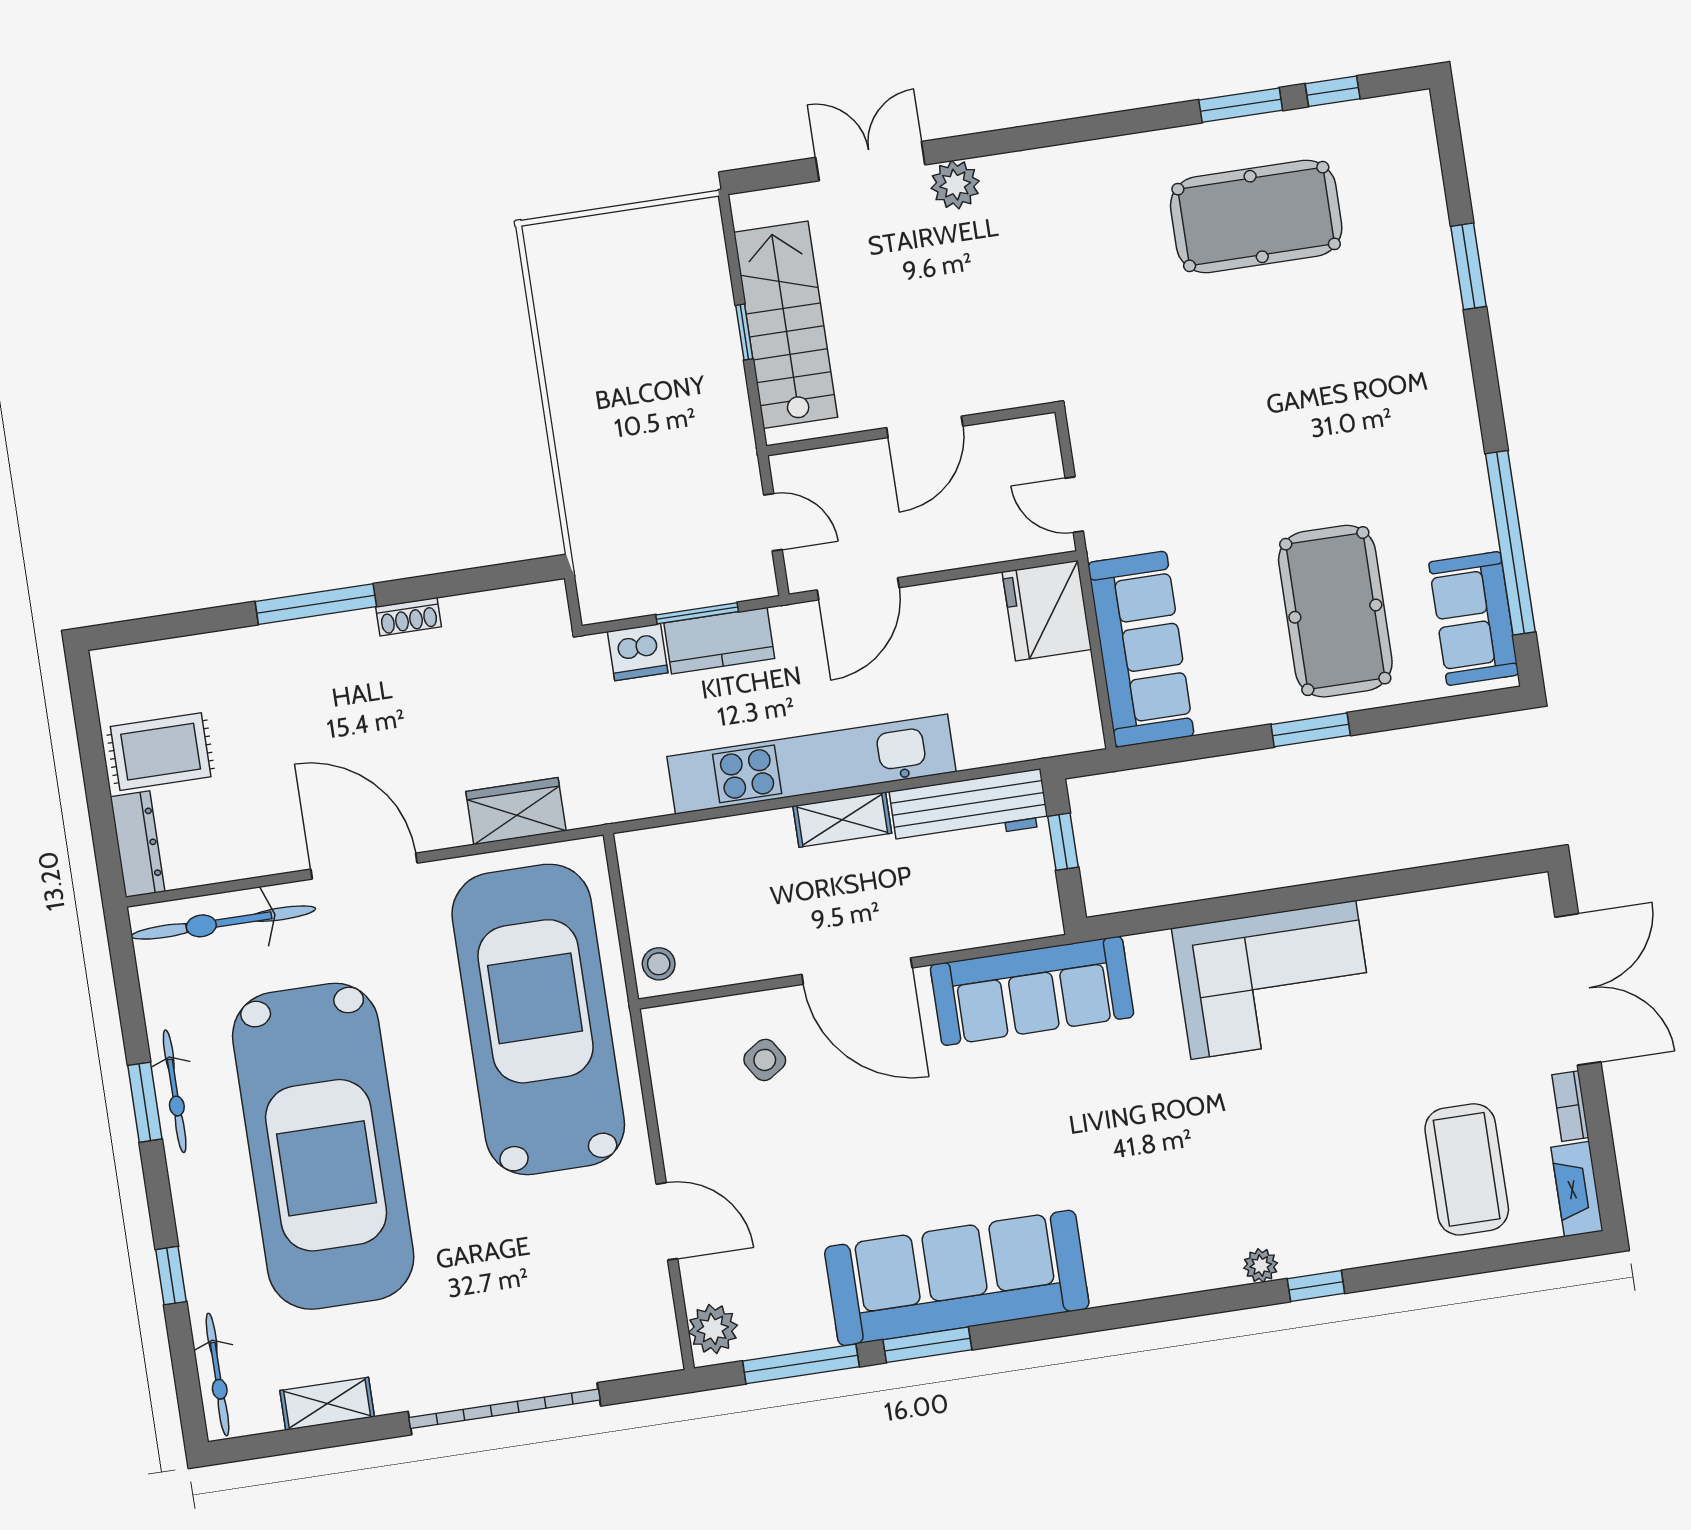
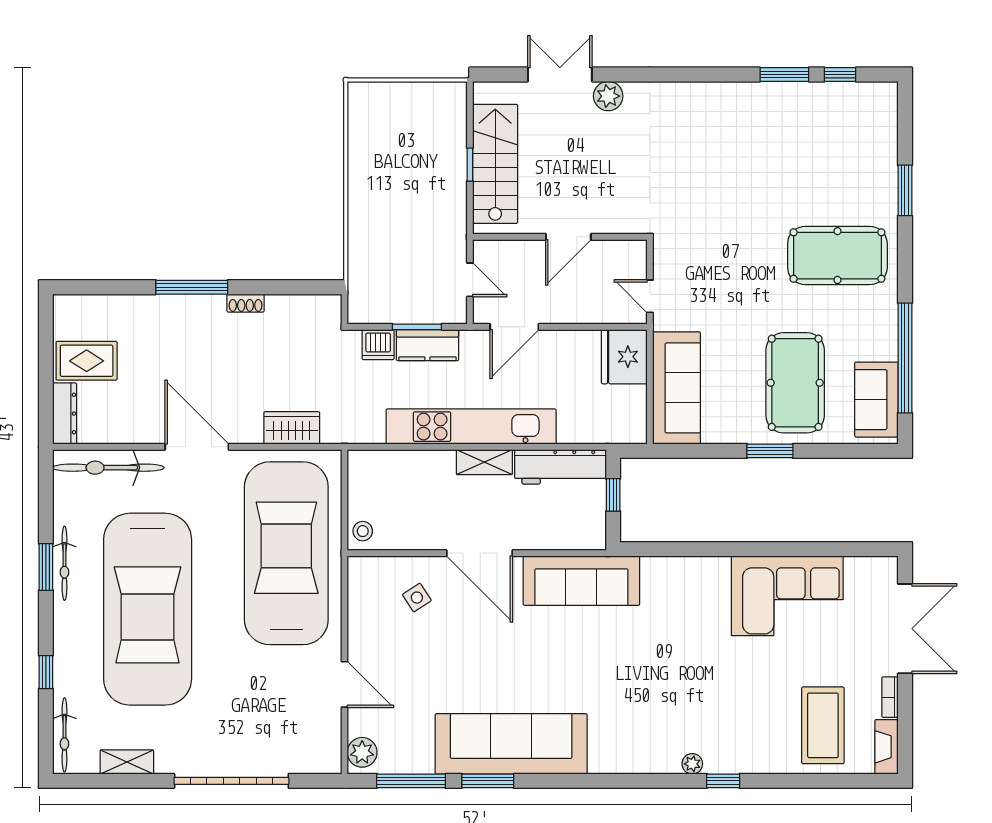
pool table: (1256, 216) -> (837, 256), moved
corner sofa: (1273, 980) -> (787, 596), moved

